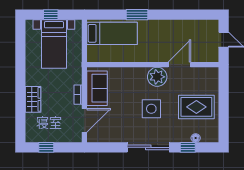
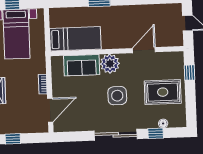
bed: (112, 33) -> (75, 39), moved
plant: (157, 77) -> (110, 64), moved
sofa: (97, 88) -> (82, 65), moved, turned 90
window: (224, 89) -> (189, 73), added

